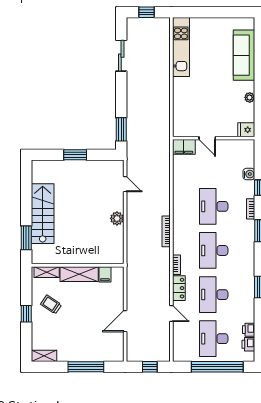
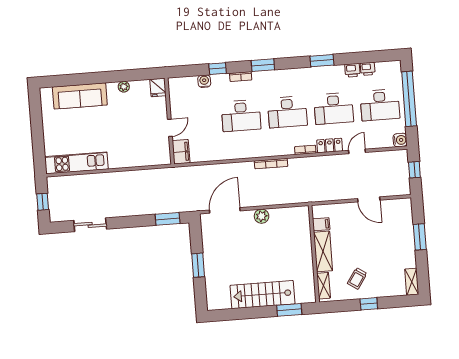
door: (125, 184) -> (225, 210), width x1.88
printer: (248, 344) -> (352, 70), moved
water cooler: (179, 355) -> (400, 140), added
window: (86, 367) -> (420, 237), width x0.69

